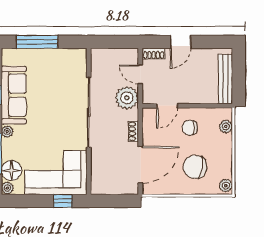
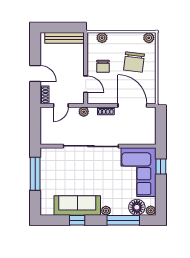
window: (37, 42) -> (35, 174), moved
plant: (127, 98) -> (84, 112), width x0.53, depth x0.53

